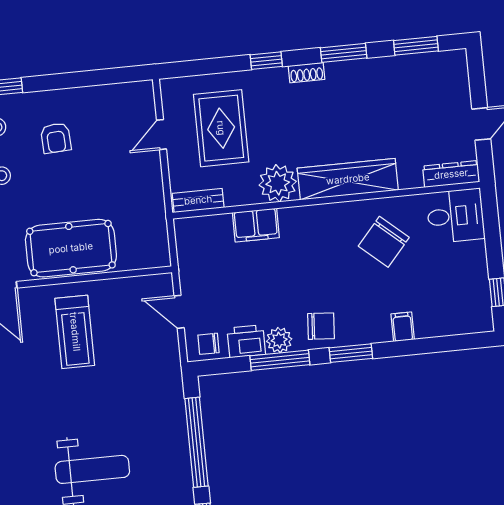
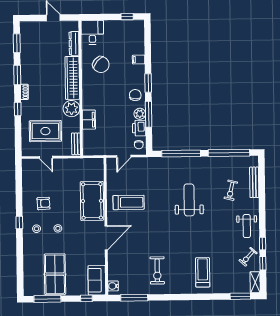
dresser: (451, 174) -> (74, 43), moved

